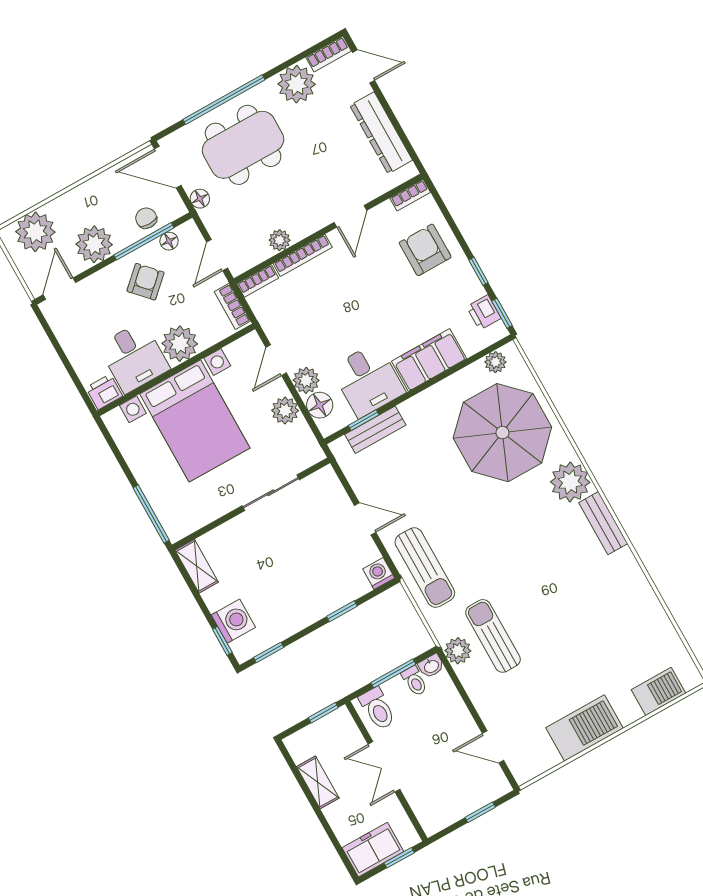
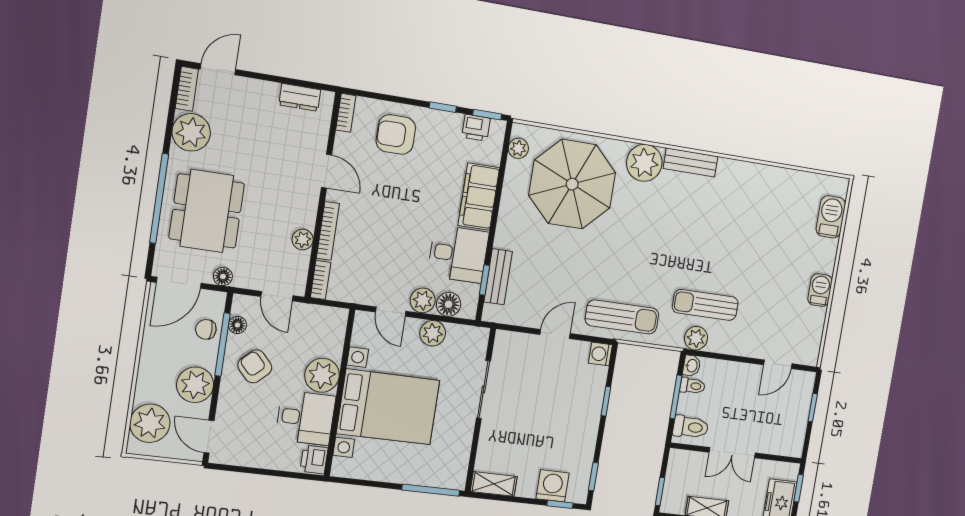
dresser: (381, 133) -> (300, 97), width x0.51, depth x0.80
bookcase: (232, 306) -> (325, 314), removed
window: (323, 713) -> (660, 491), moved
barbecue: (585, 728) -> (820, 290), width x0.53, depth x0.65

